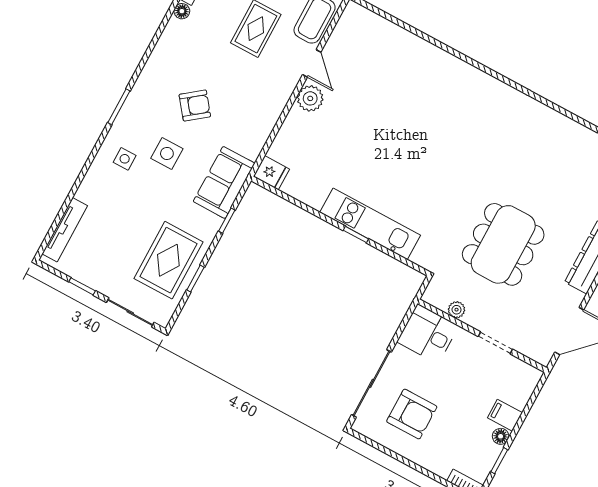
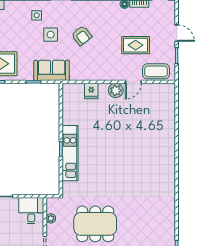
fridge: (271, 173) -> (91, 91), moved

